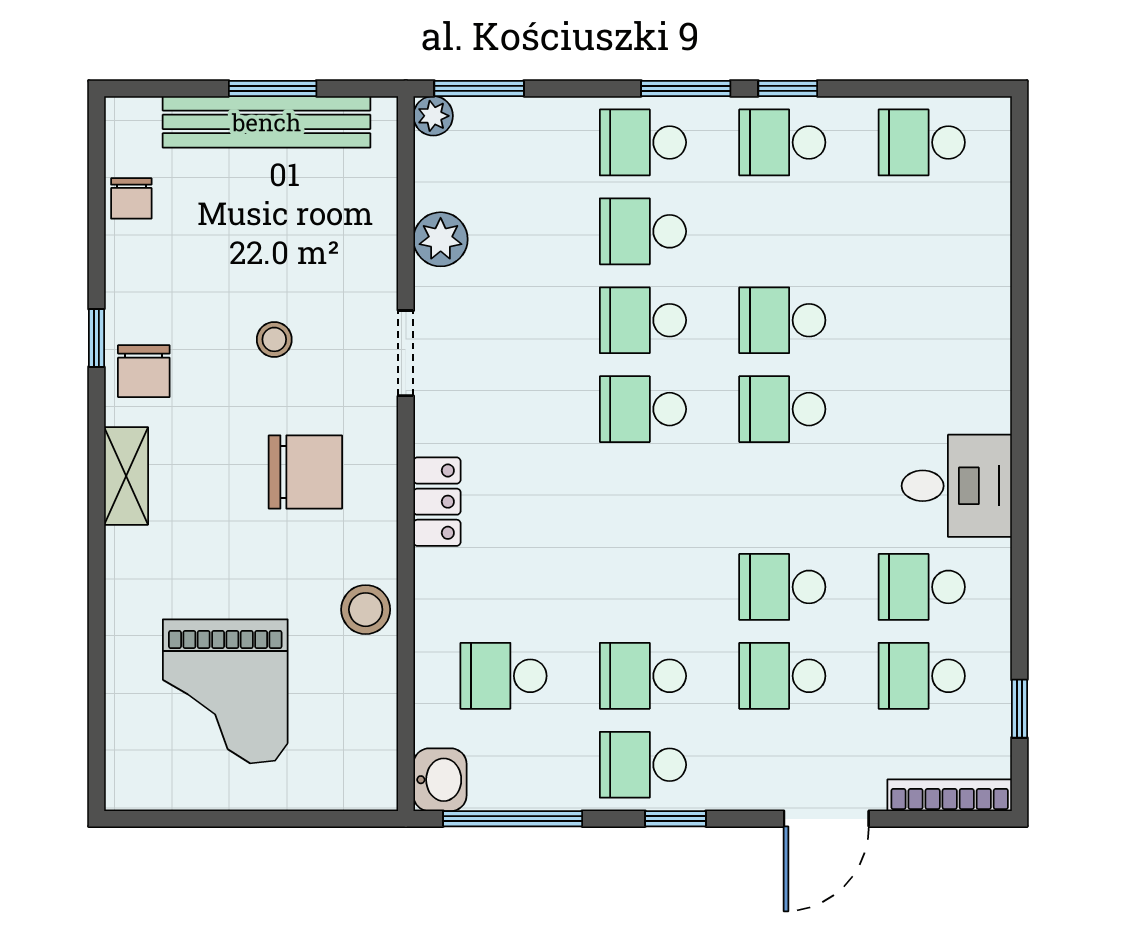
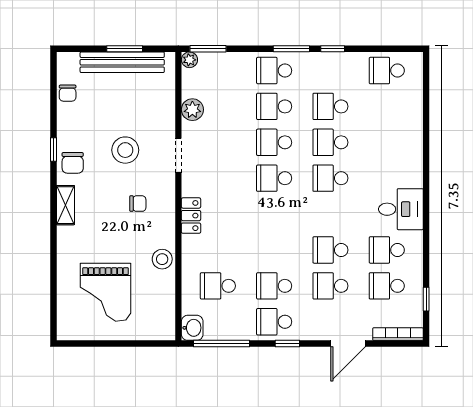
school desk: (782, 142) -> (330, 106), moved
stool: (274, 339) -> (125, 150), width x1.89, depth x1.89
chair: (305, 472) -> (138, 204), width x0.54, depth x0.54

